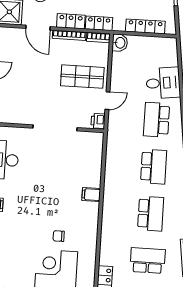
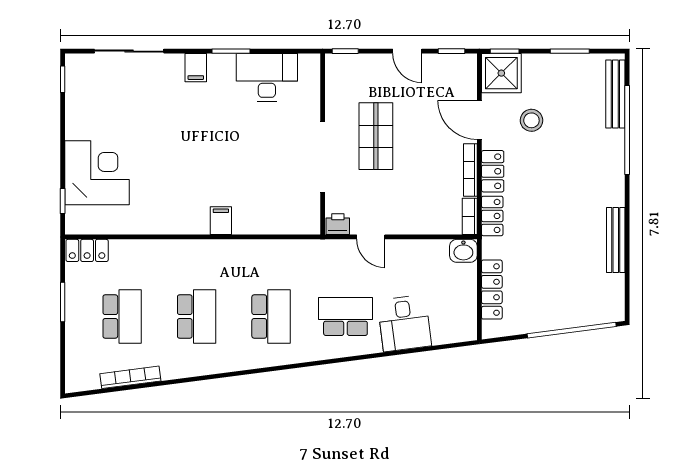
door: (38, 28) -> (479, 120), hinge flipped
shop shelf: (82, 77) -> (376, 136), moved
school desk: (154, 167) -> (271, 317), turned -90
school desk: (151, 214) -> (197, 317), turned -90
chair: (59, 236) -> (152, 173), removed

